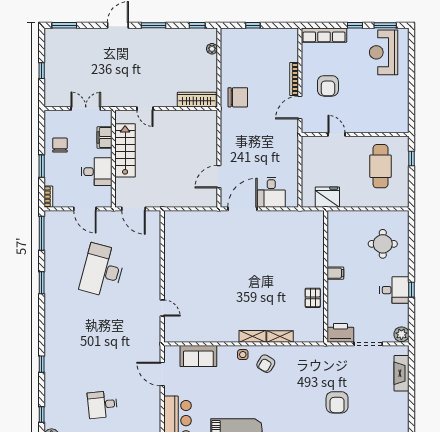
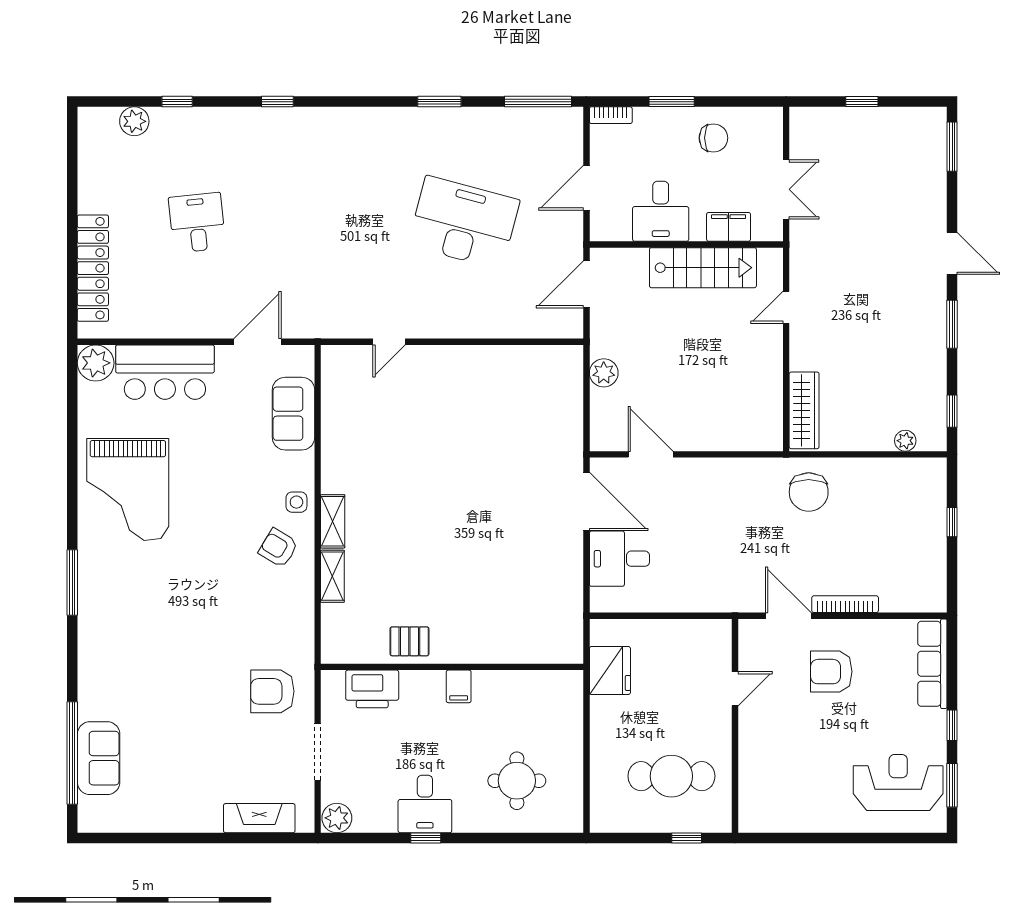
plant: (178, 200) -> (604, 373), added
printer: (340, 333) -> (372, 689), moved, turned 90
armchair: (337, 402) -> (272, 691), moved

